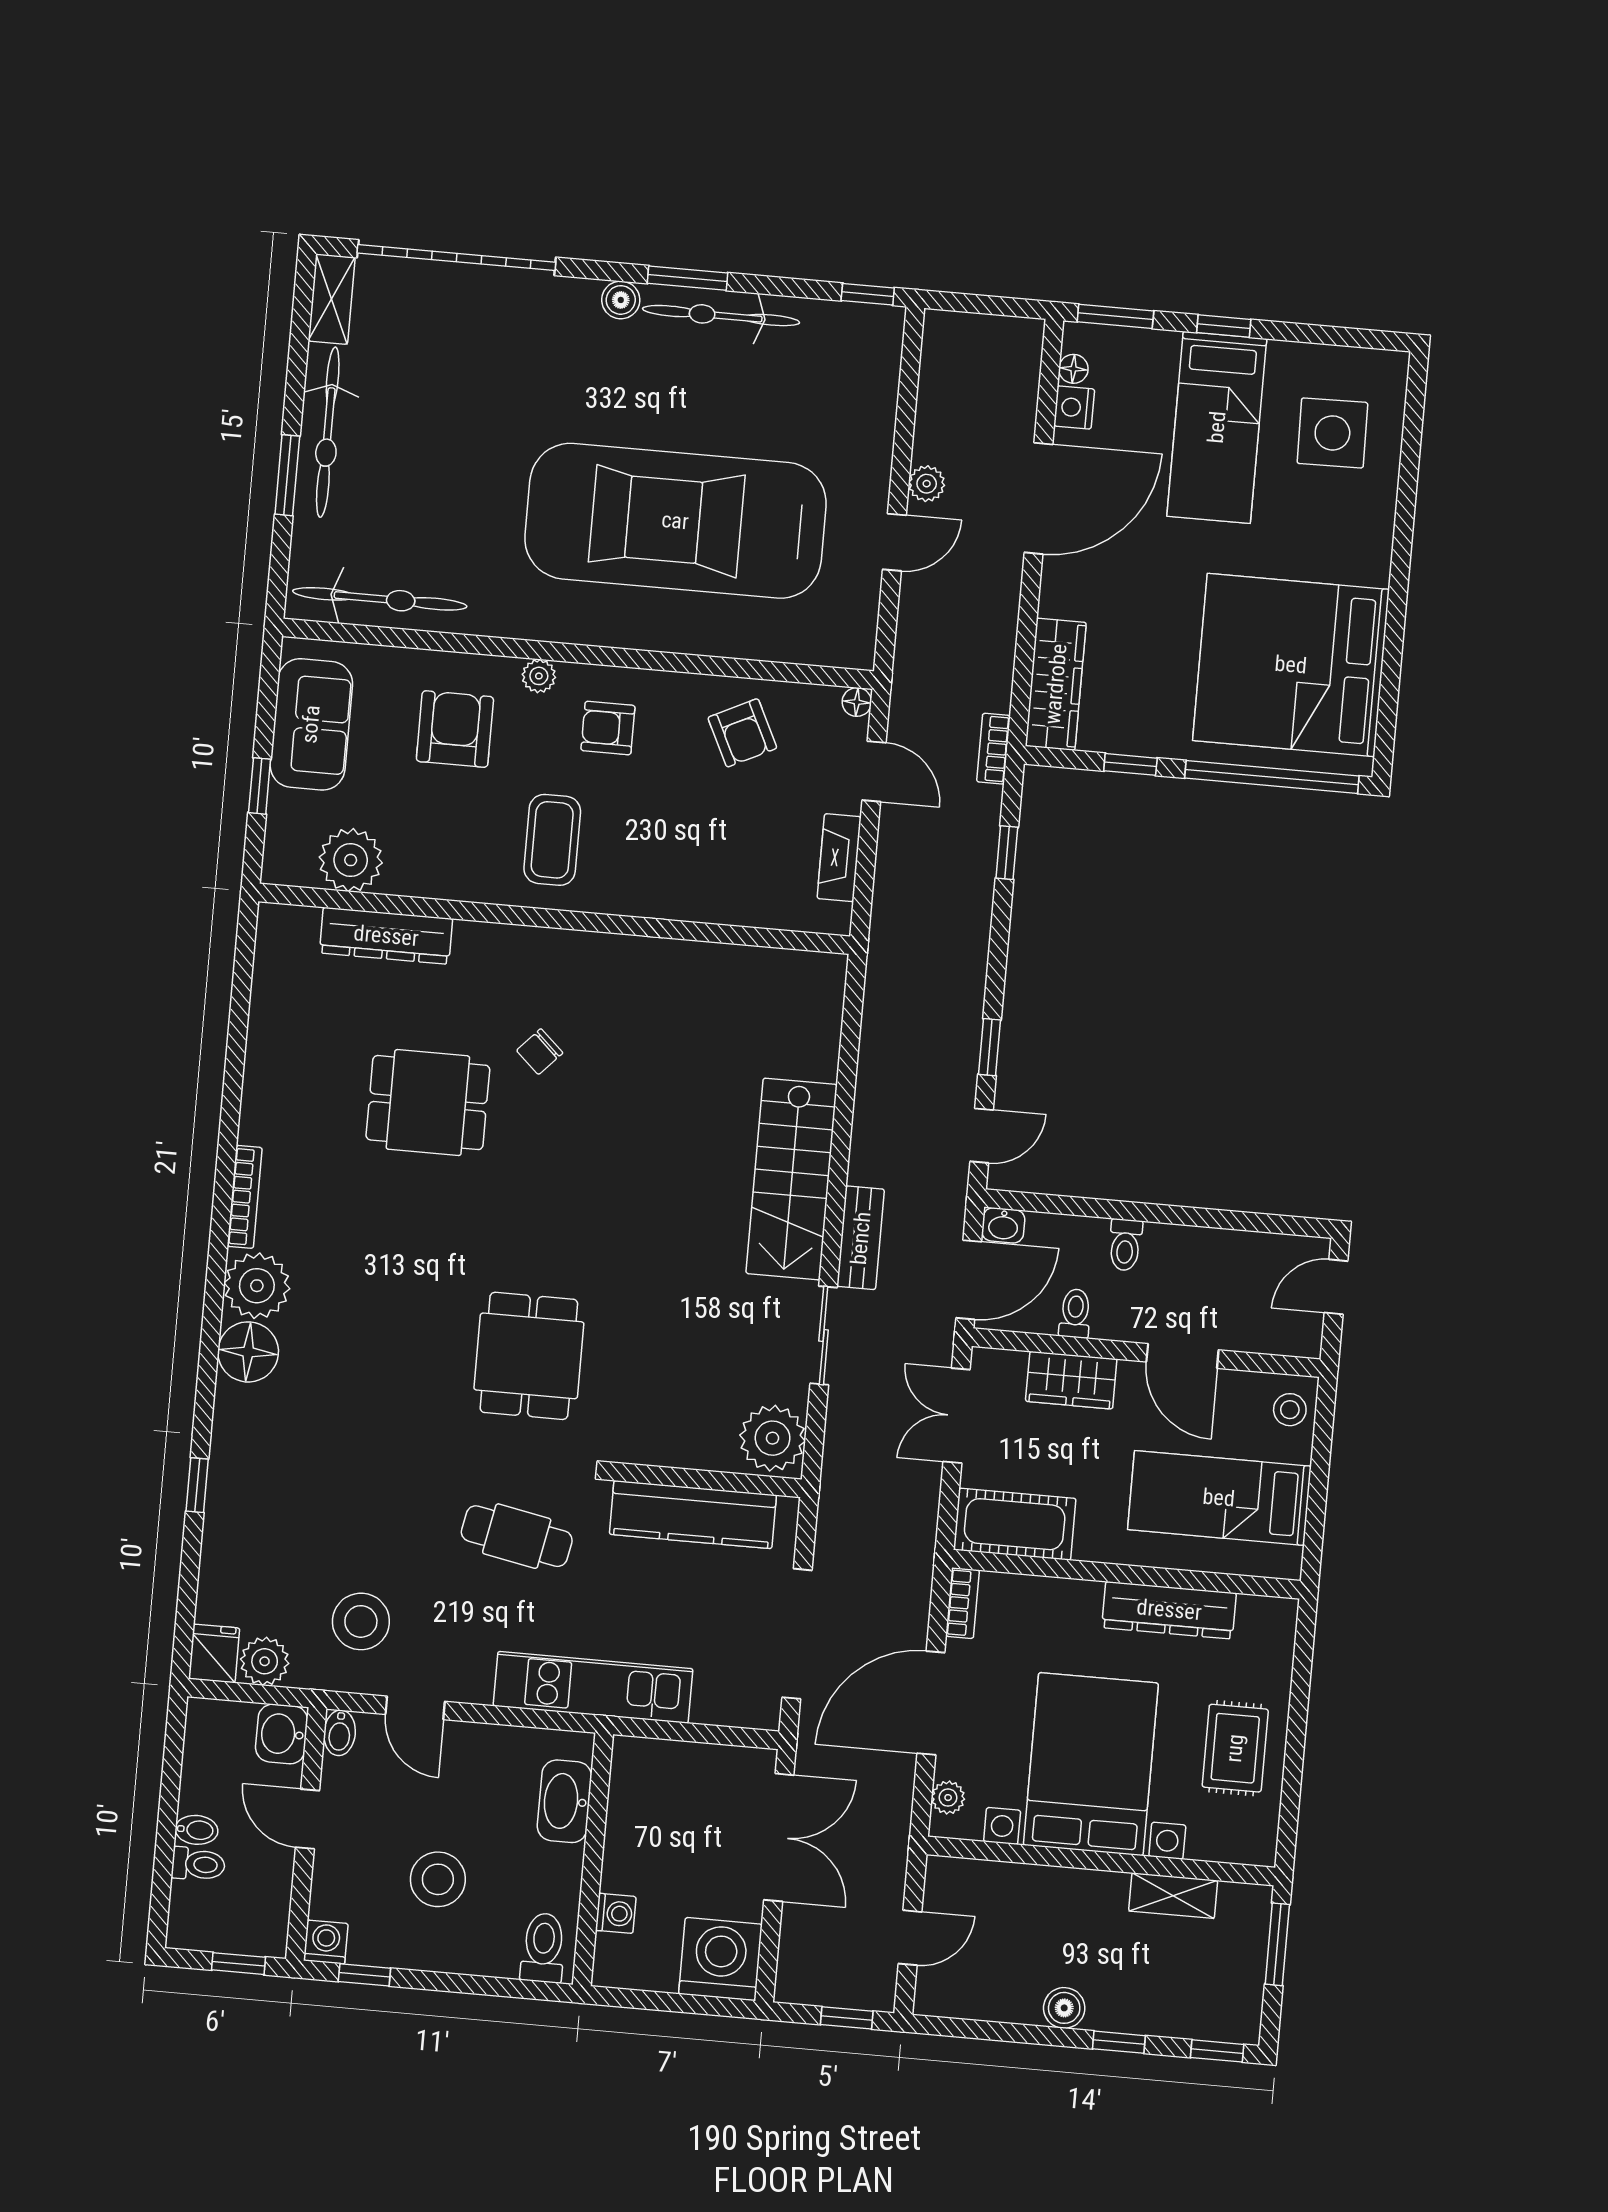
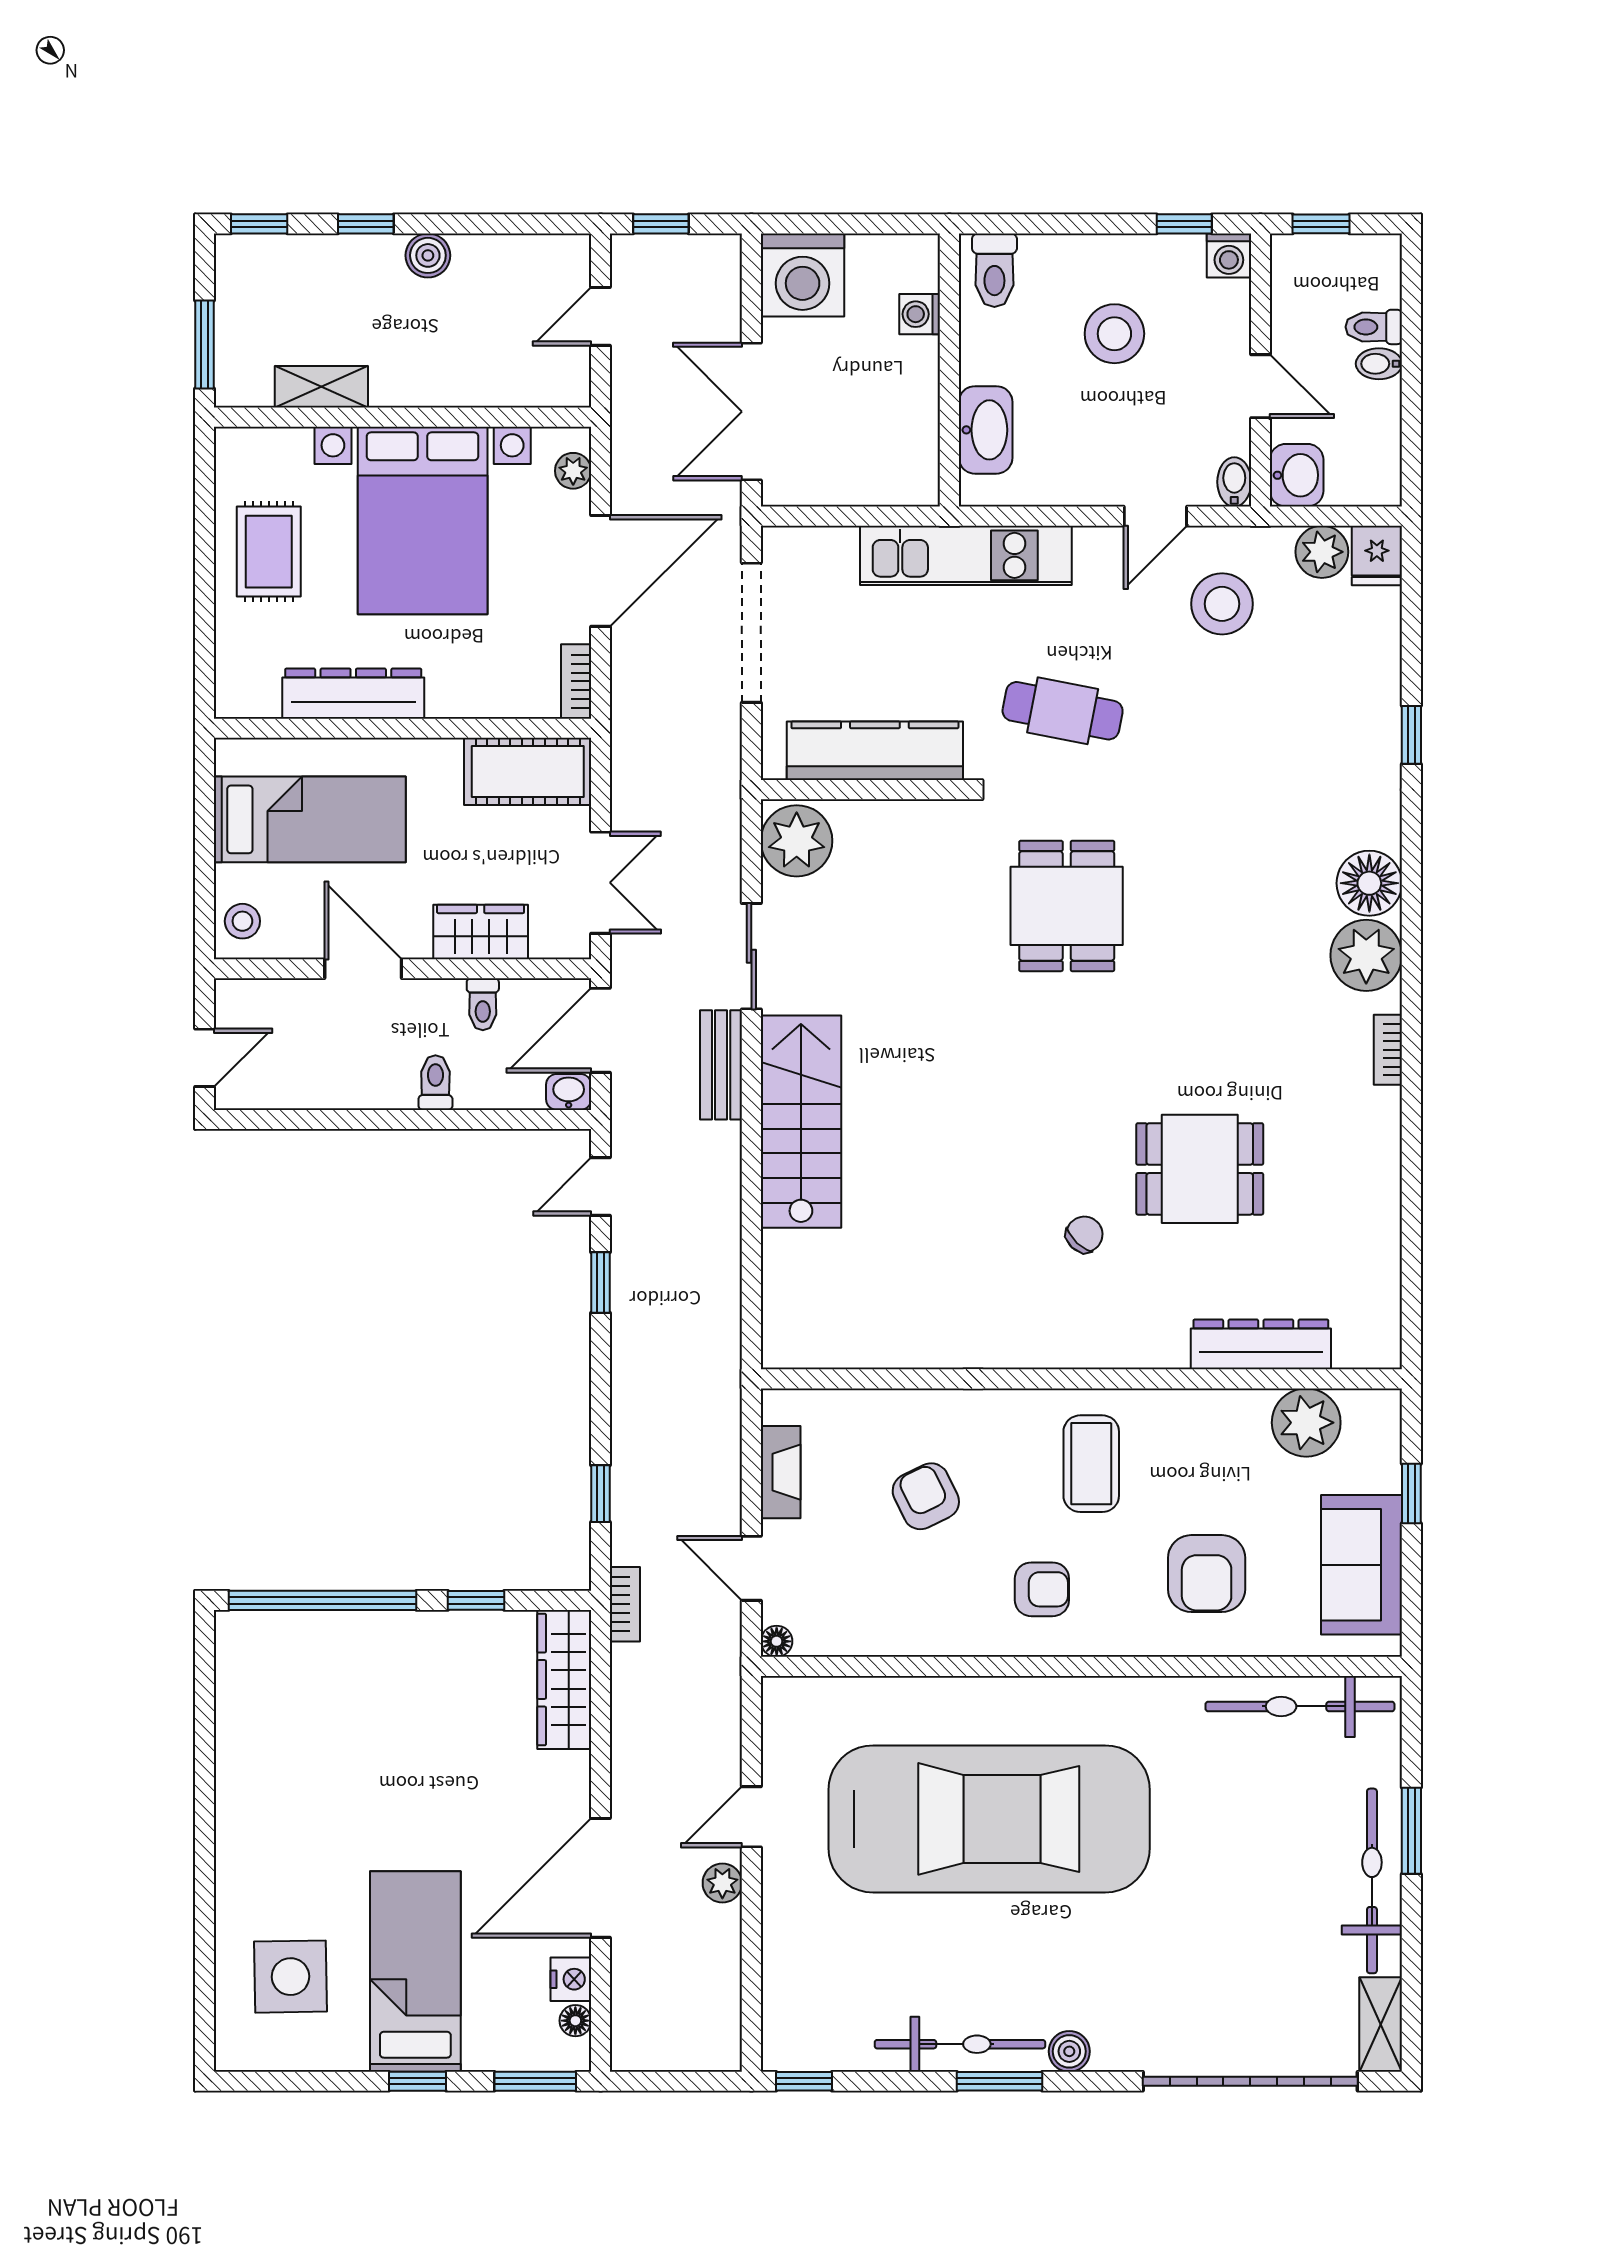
bed: (1291, 665) -> (313, 1723), removed
plant: (539, 676) -> (1121, 1639), removed
armchair: (742, 733) -> (926, 1496), moved
bookcase: (245, 1197) -> (1388, 1050), width x0.64
door: (415, 1708) -> (1155, 516), swing flipped

